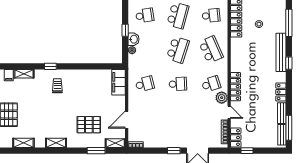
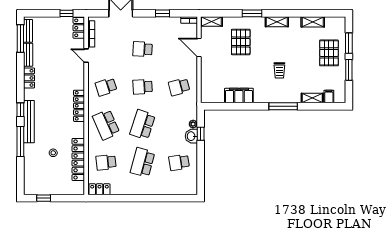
window: (289, 23) -> (20, 141), moved
window: (125, 30) -> (201, 134), moved
window: (50, 66) -> (283, 106), width x2.17
filing cabinet: (118, 82) -> (239, 96), moved, turned -90
trolley: (57, 86) -> (279, 70), moved
locker: (235, 87) -> (79, 106), moved
plant: (222, 98) -> (94, 72), removed
school desk: (178, 118) -> (143, 49), added
door: (127, 120) -> (199, 48), swing flipped
pallet: (89, 125) -> (241, 42), turned 90
window: (96, 151) -> (252, 13), moved
window: (174, 151) -> (162, 13), moved

